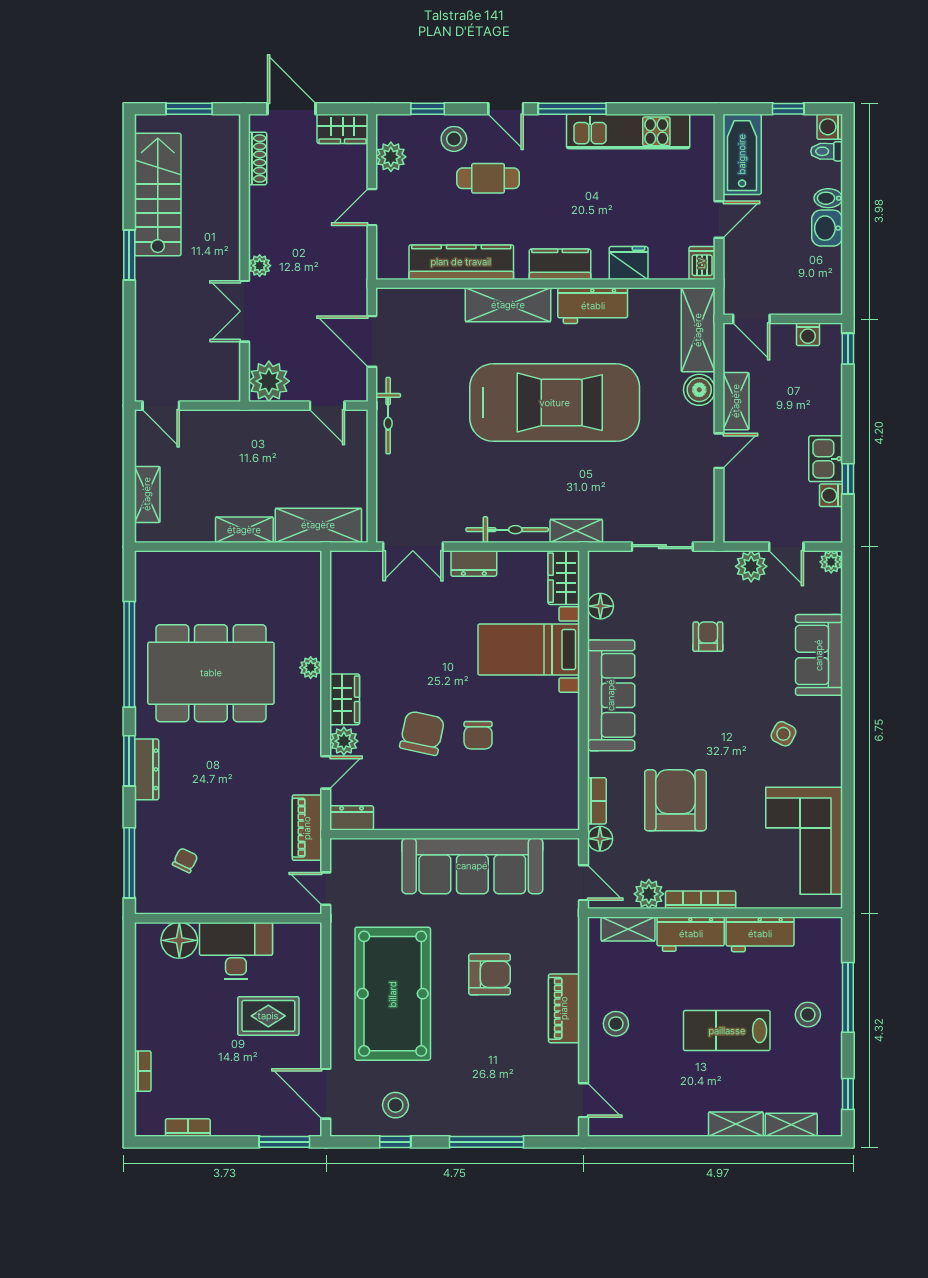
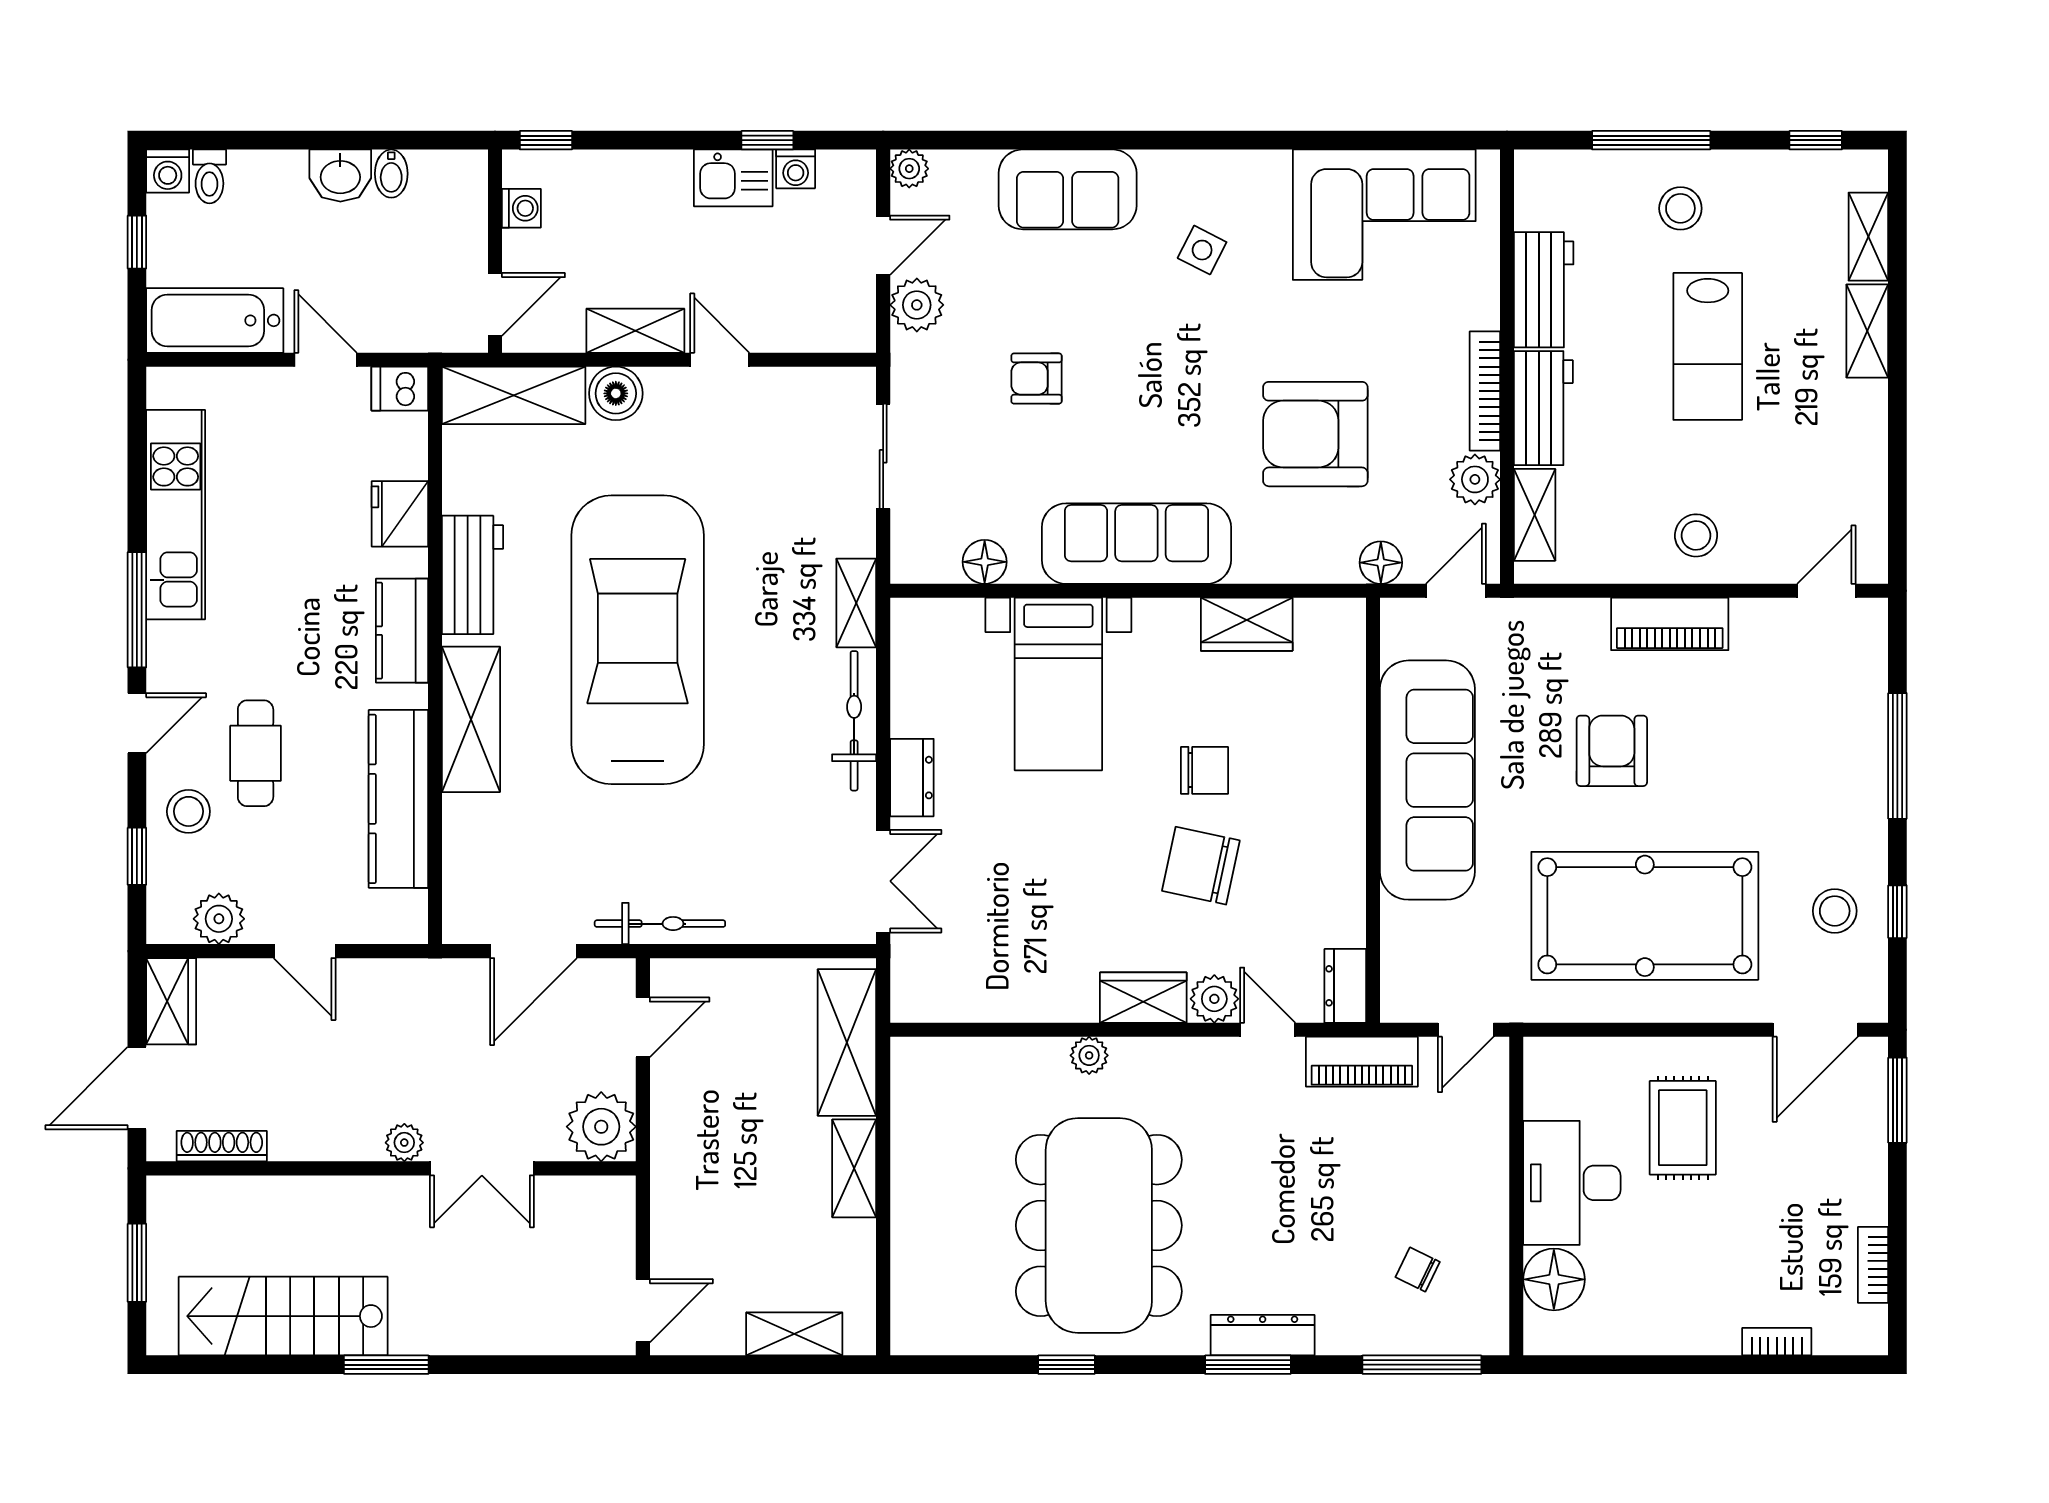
bidet: (828, 198) -> (391, 174), moved
wardrobe: (564, 578) -> (1247, 624), moved
window: (129, 654) -> (1066, 1365), width x0.32
bookcase: (597, 801) -> (1316, 568), removed

